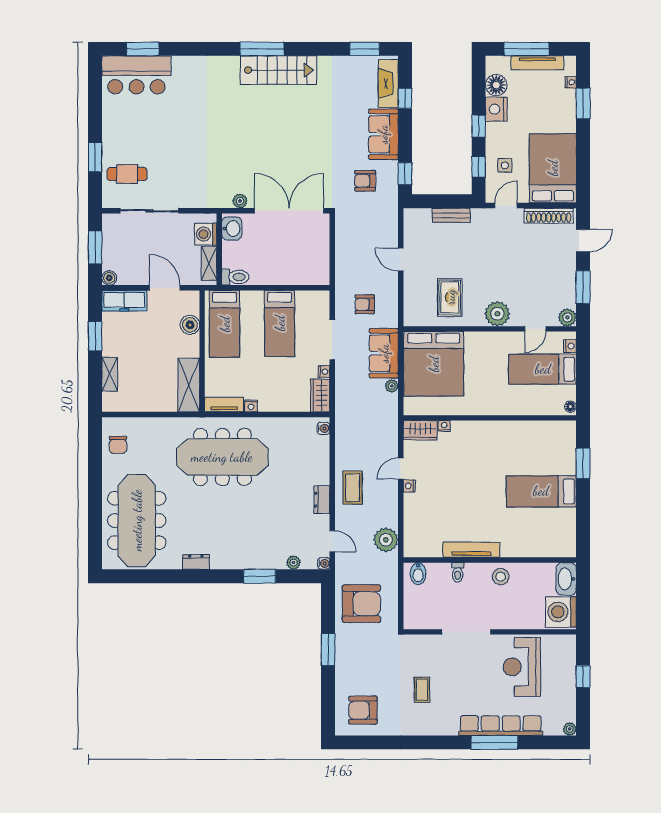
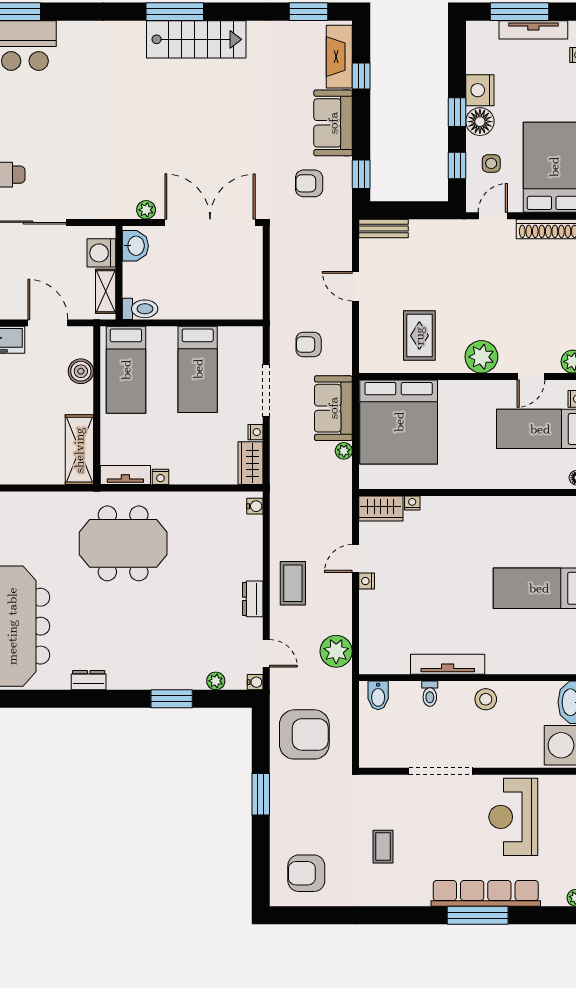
floor lamp: (496, 85) -> (480, 122), moved
bench: (451, 215) -> (383, 229), moved
meeting table: (222, 457) -> (123, 543), width x0.73

